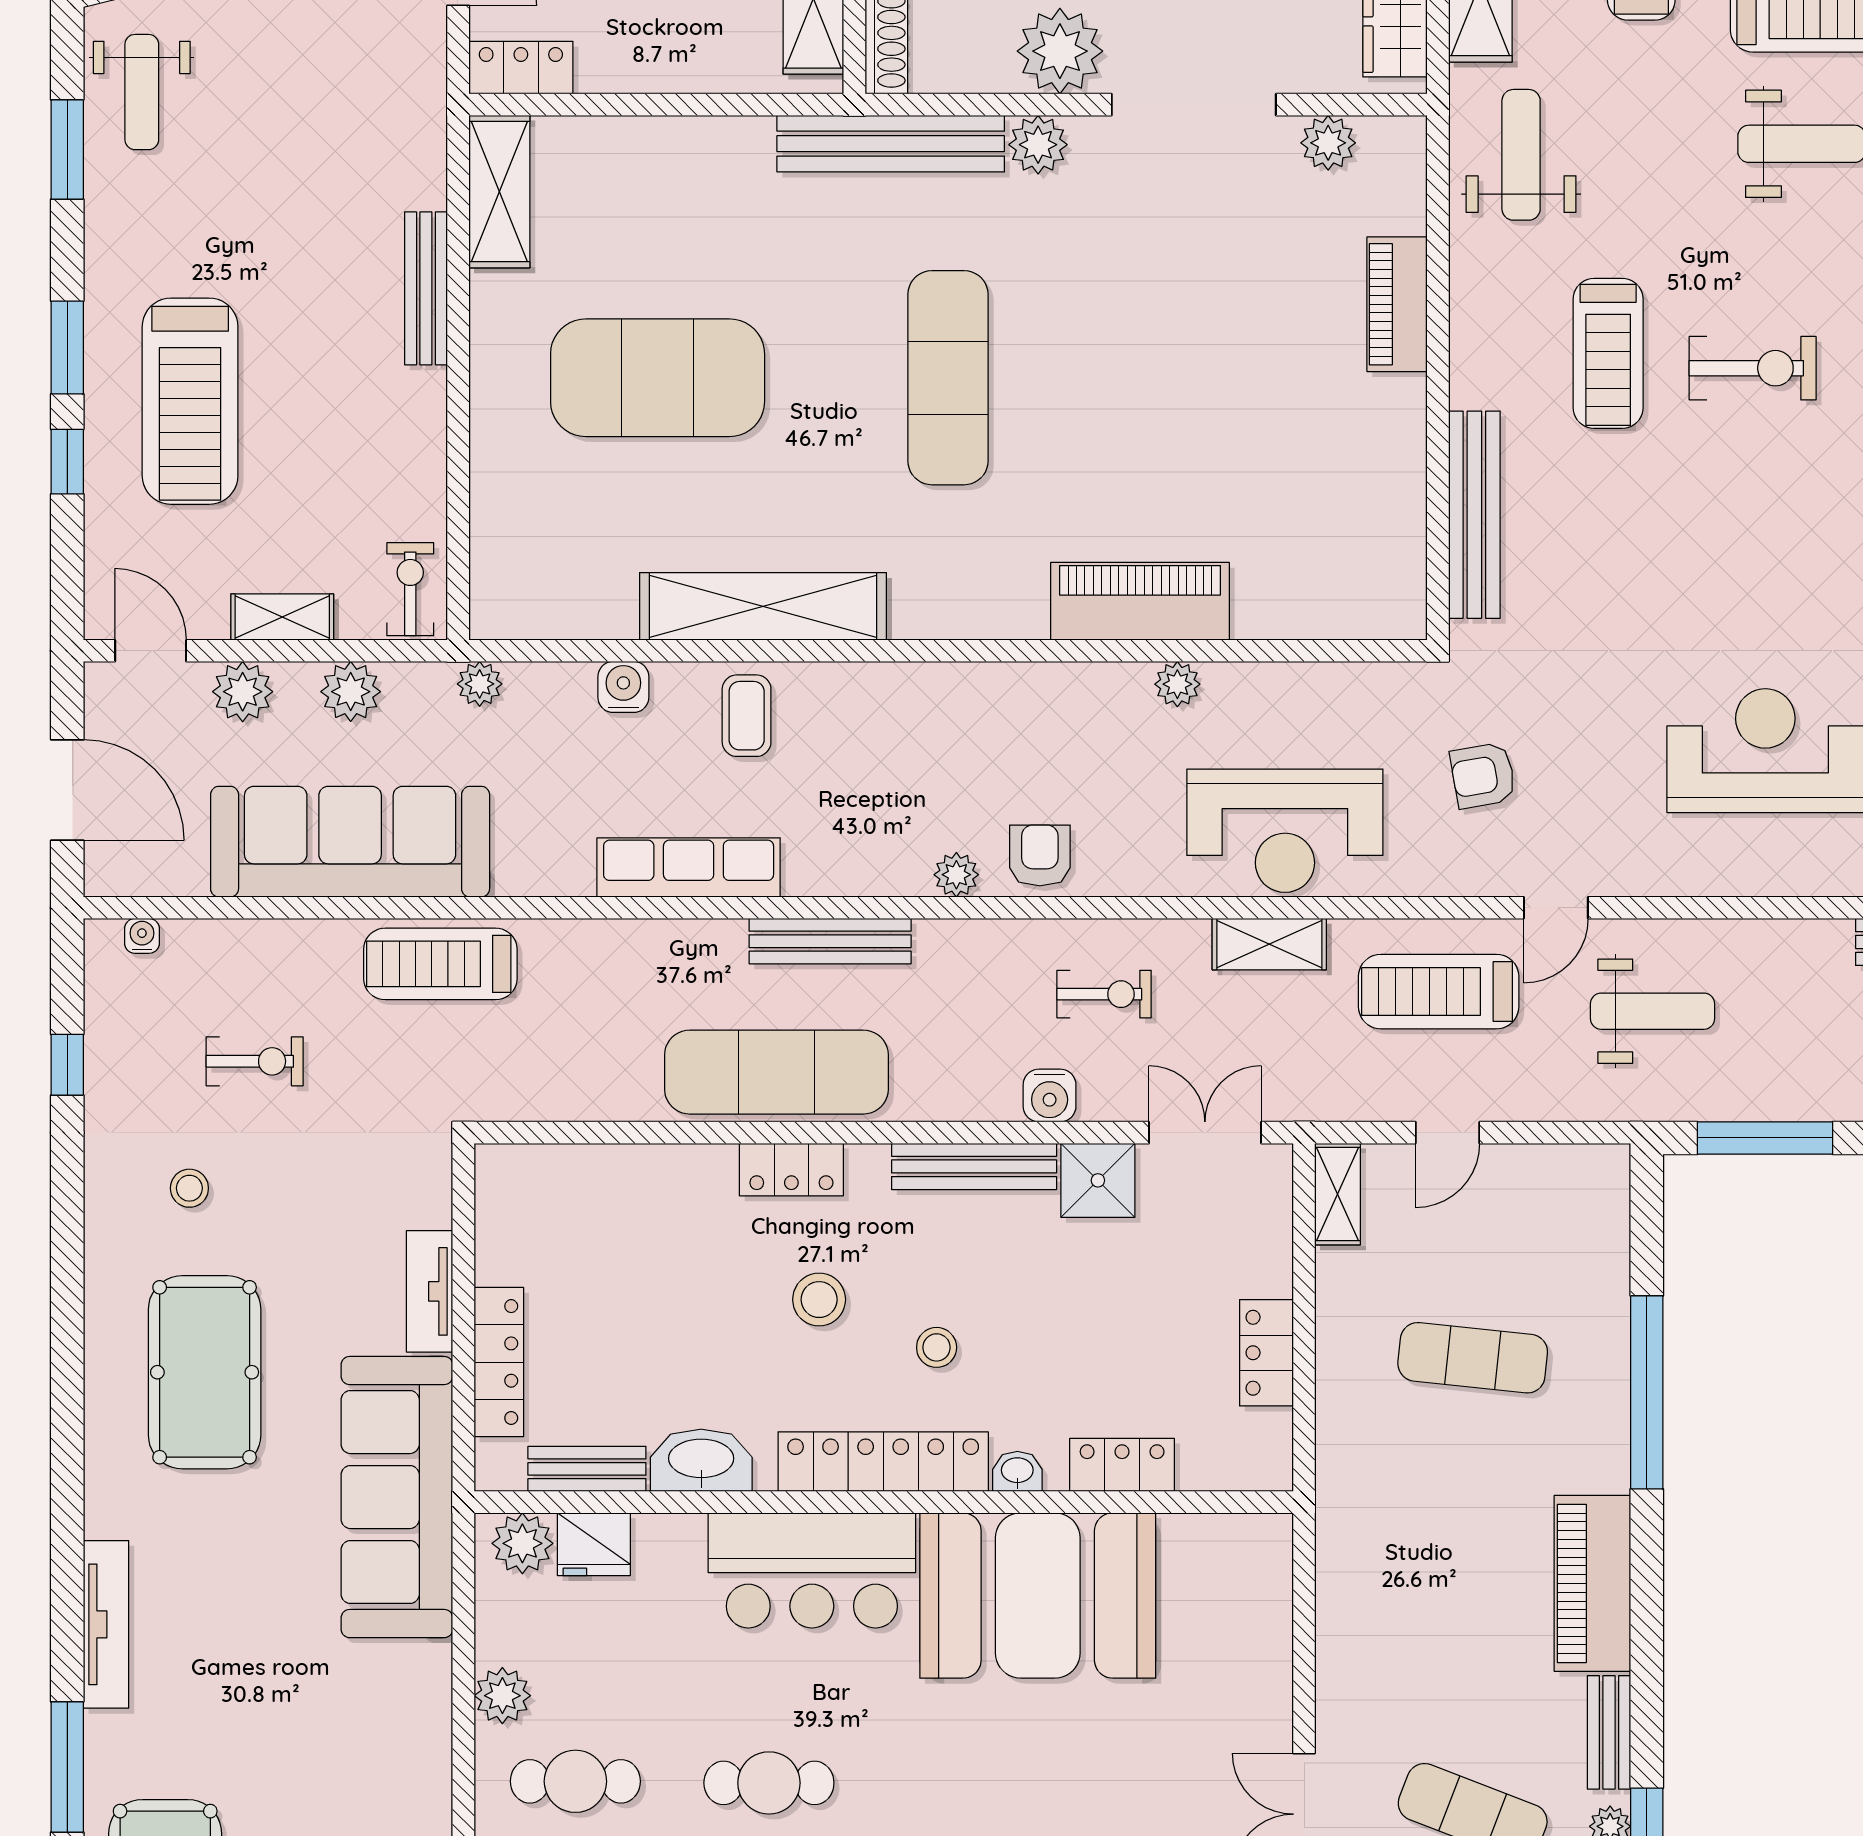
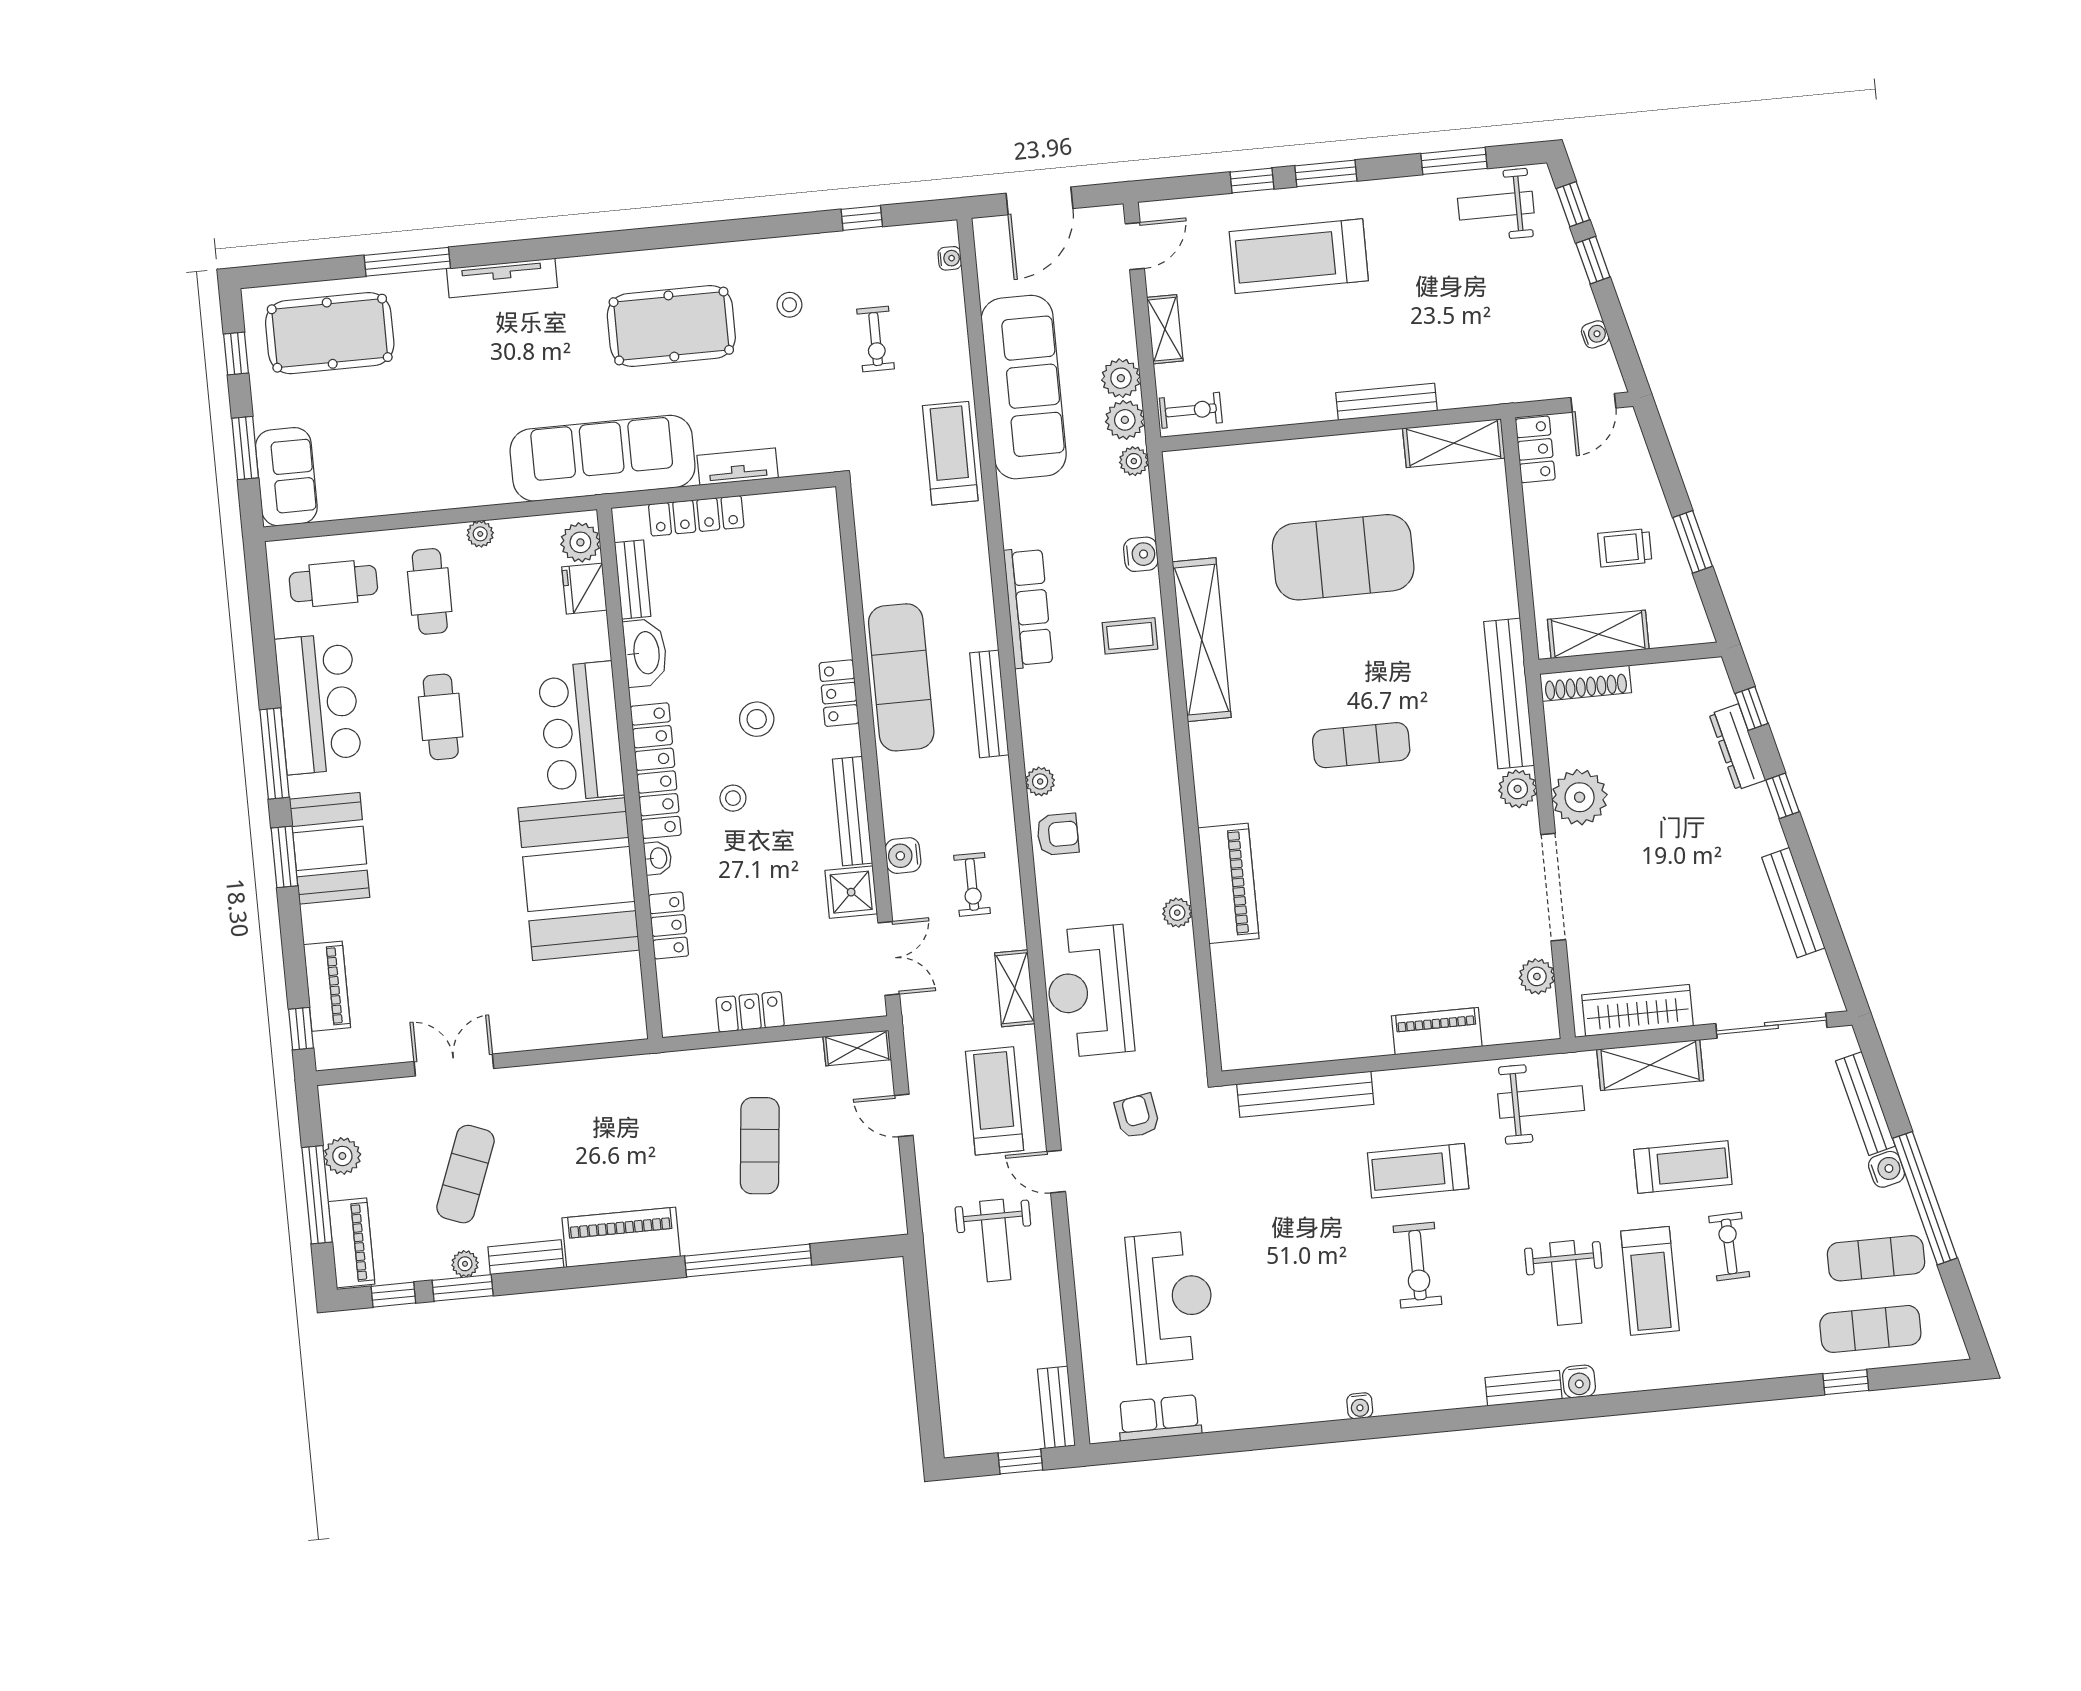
exercise mat: (658, 378) -> (1343, 557), turned 90
exercise mat: (948, 378) -> (1361, 745), width x0.73, depth x0.69
plant: (243, 692) -> (1125, 420), moved
window: (1765, 1138) -> (920, 1321), removed
plant: (502, 1696) -> (480, 534), width x0.73, depth x0.73

